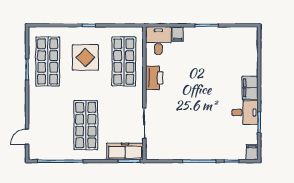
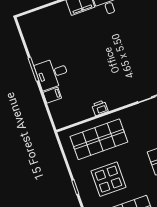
desk: (158, 40) -> (52, 74), moved
printer: (154, 78) -> (100, 108), width x0.53, depth x0.68

